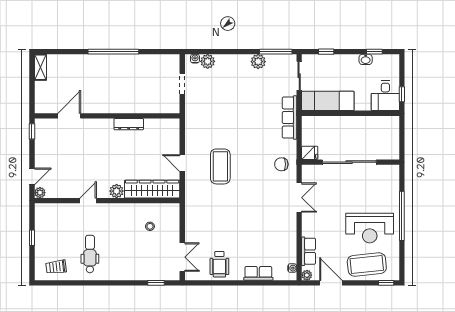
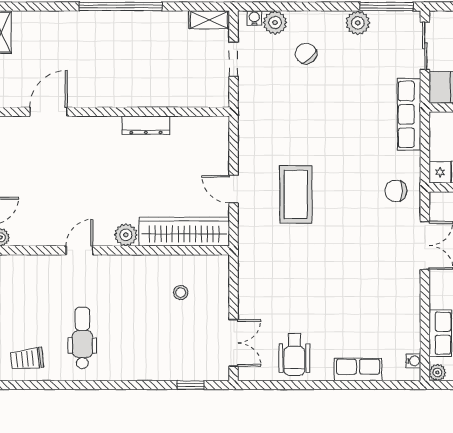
shelving: (167, 60) -> (209, 20), added
chair: (226, 80) -> (306, 54), added

